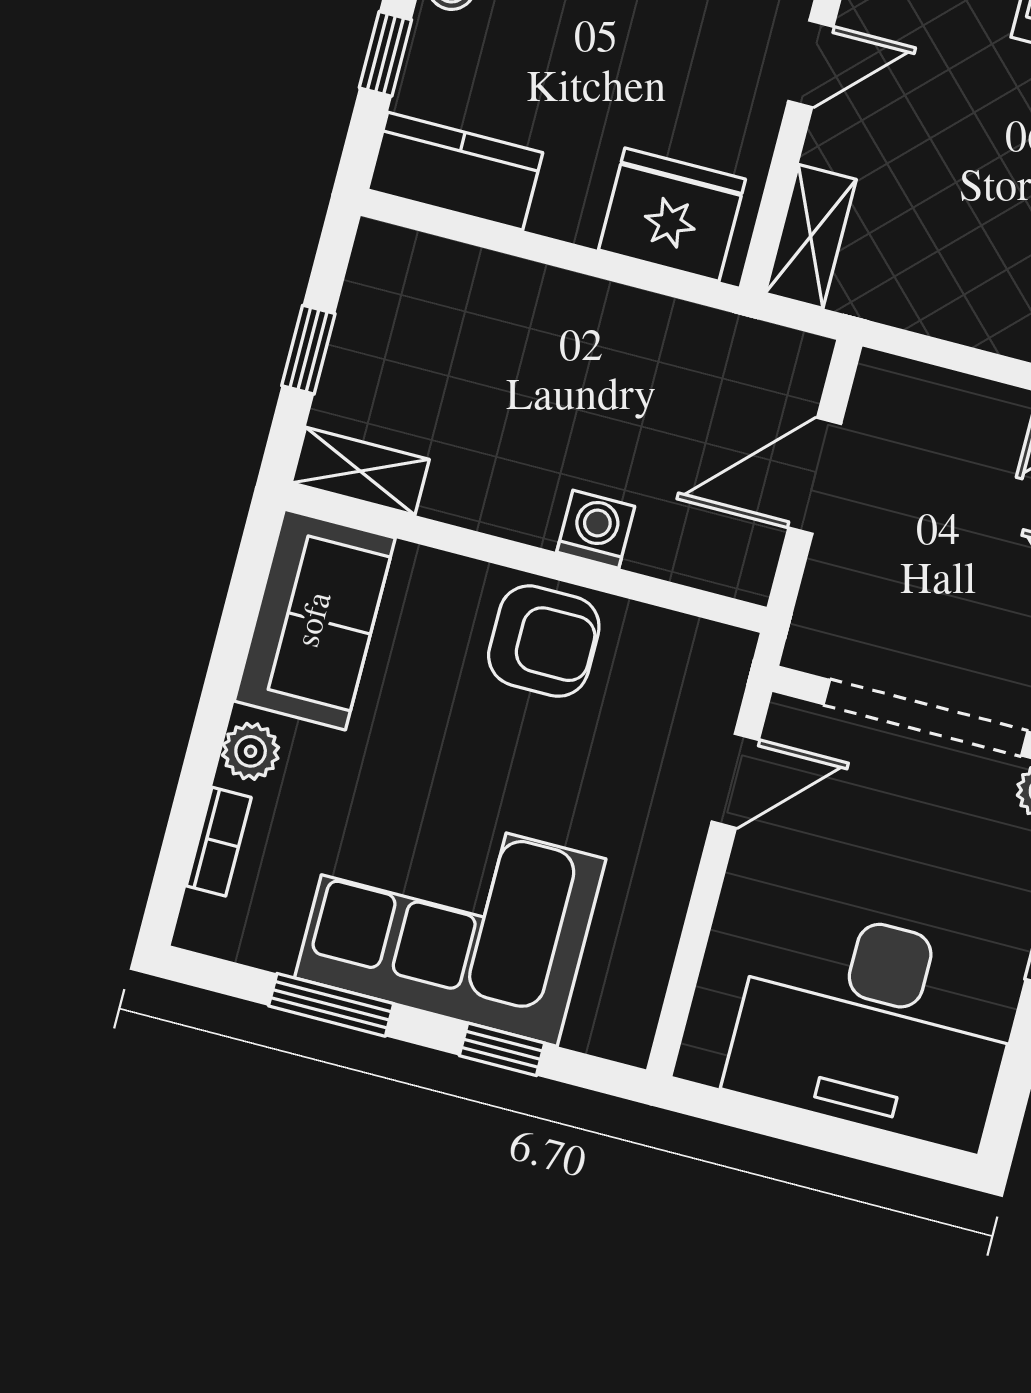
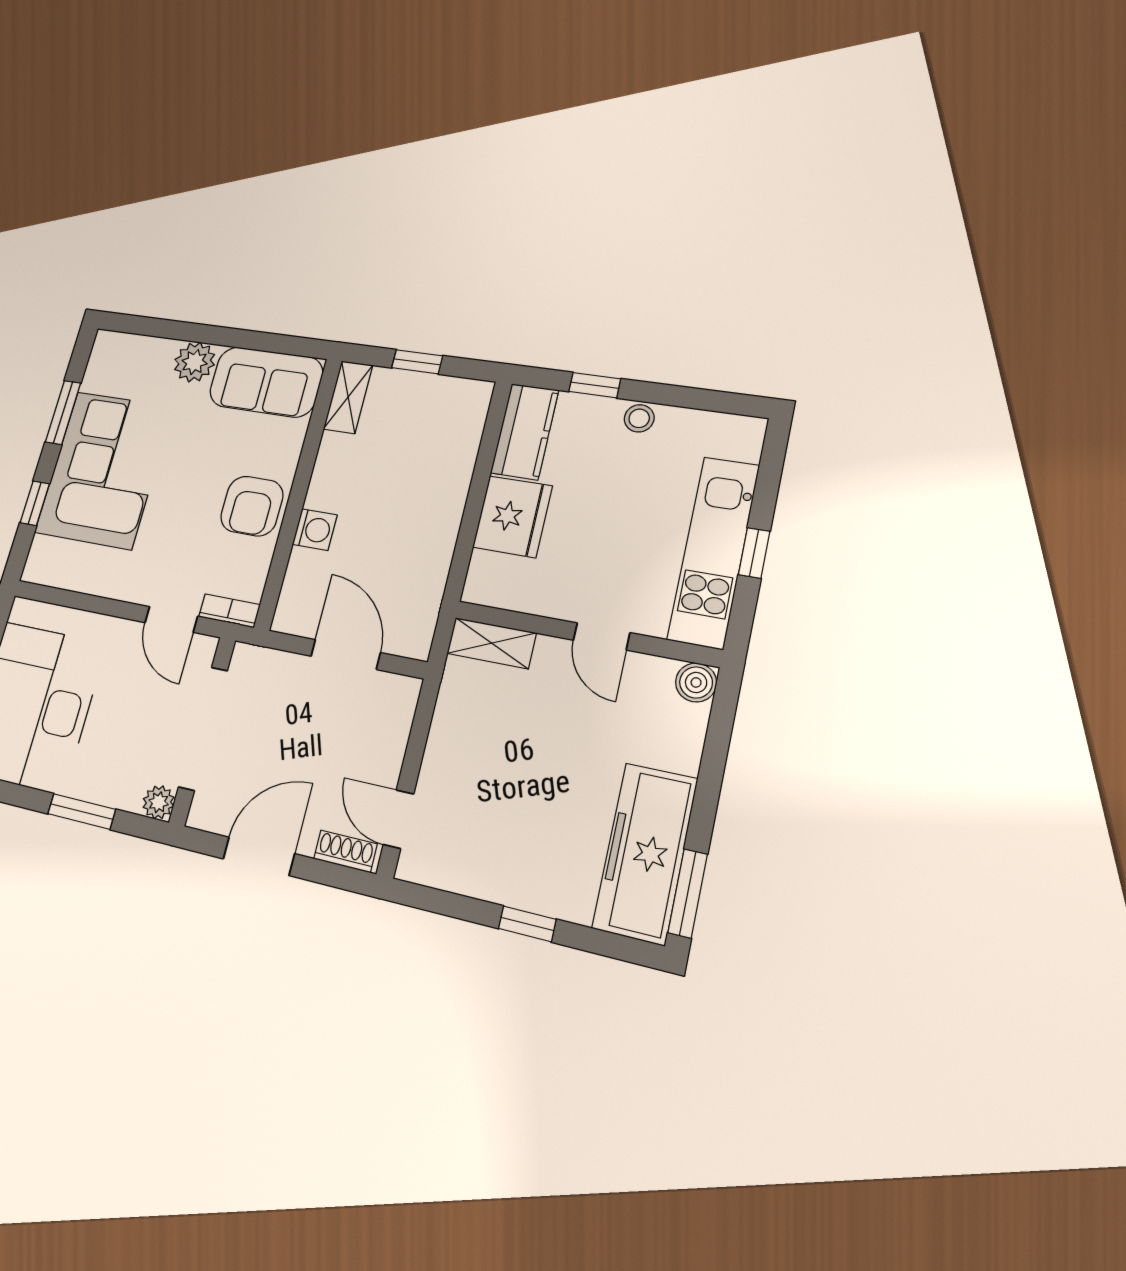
fridge: (672, 215) -> (512, 517), moved
plant: (251, 751) -> (195, 362), width x1.38, depth x1.38
bookcase: (219, 842) -> (229, 611), moved, turned 180

